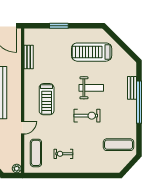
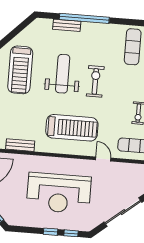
weight bench: (91, 88) -> (63, 74), width x1.36, depth x1.33
treadmill: (47, 99) -> (72, 128), width x1.37, depth x1.38

